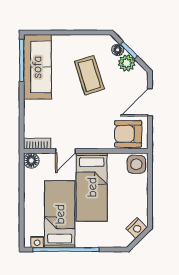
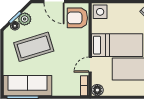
coffee table: (89, 75) -> (34, 47), width x1.36, depth x1.32
armchair: (128, 134) -> (77, 18), turned 90
door: (65, 151) -> (90, 65), swing flipped

